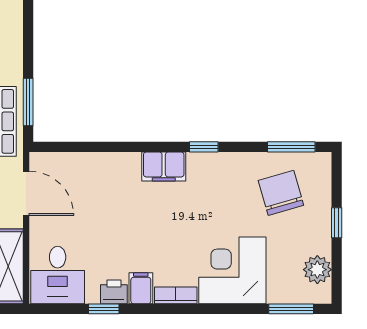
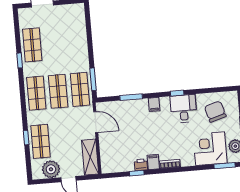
window: (291, 147) -> (131, 97), moved
filing cabinet: (164, 167) -> (154, 104), width x0.50
corner desk: (232, 270) -> (210, 149), moved
desk: (58, 275) -> (184, 109), moved, turned 180

